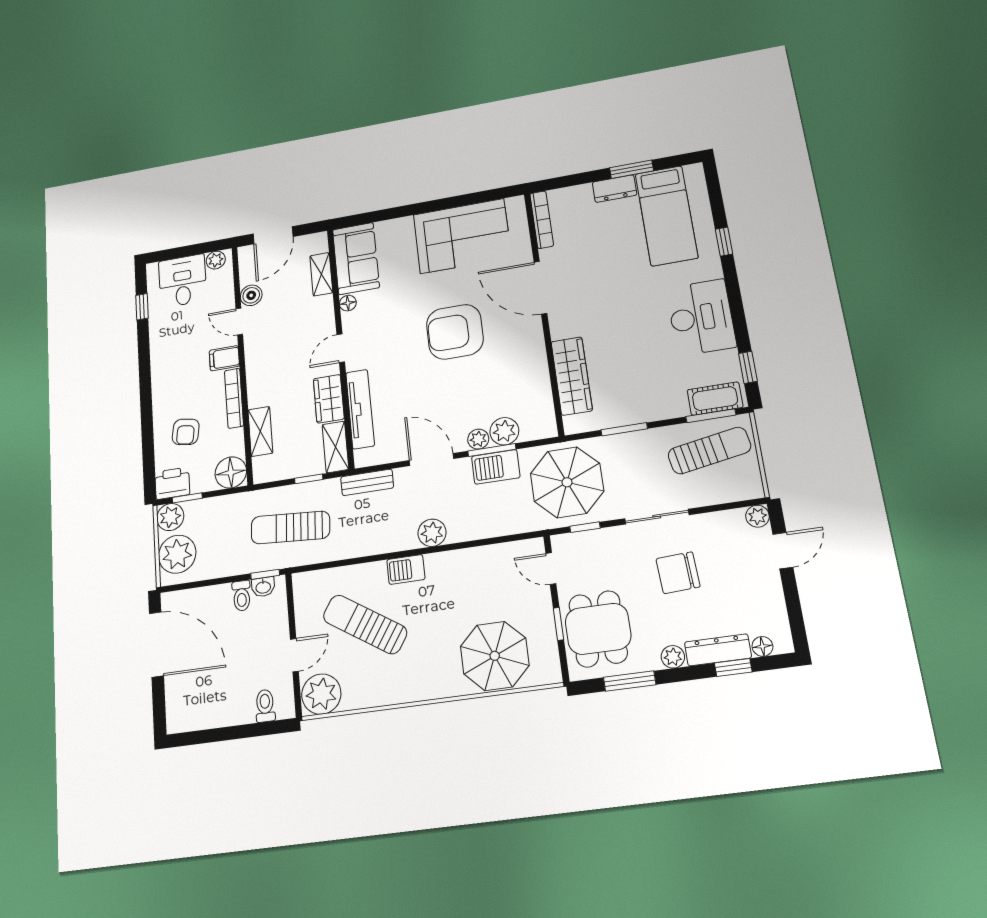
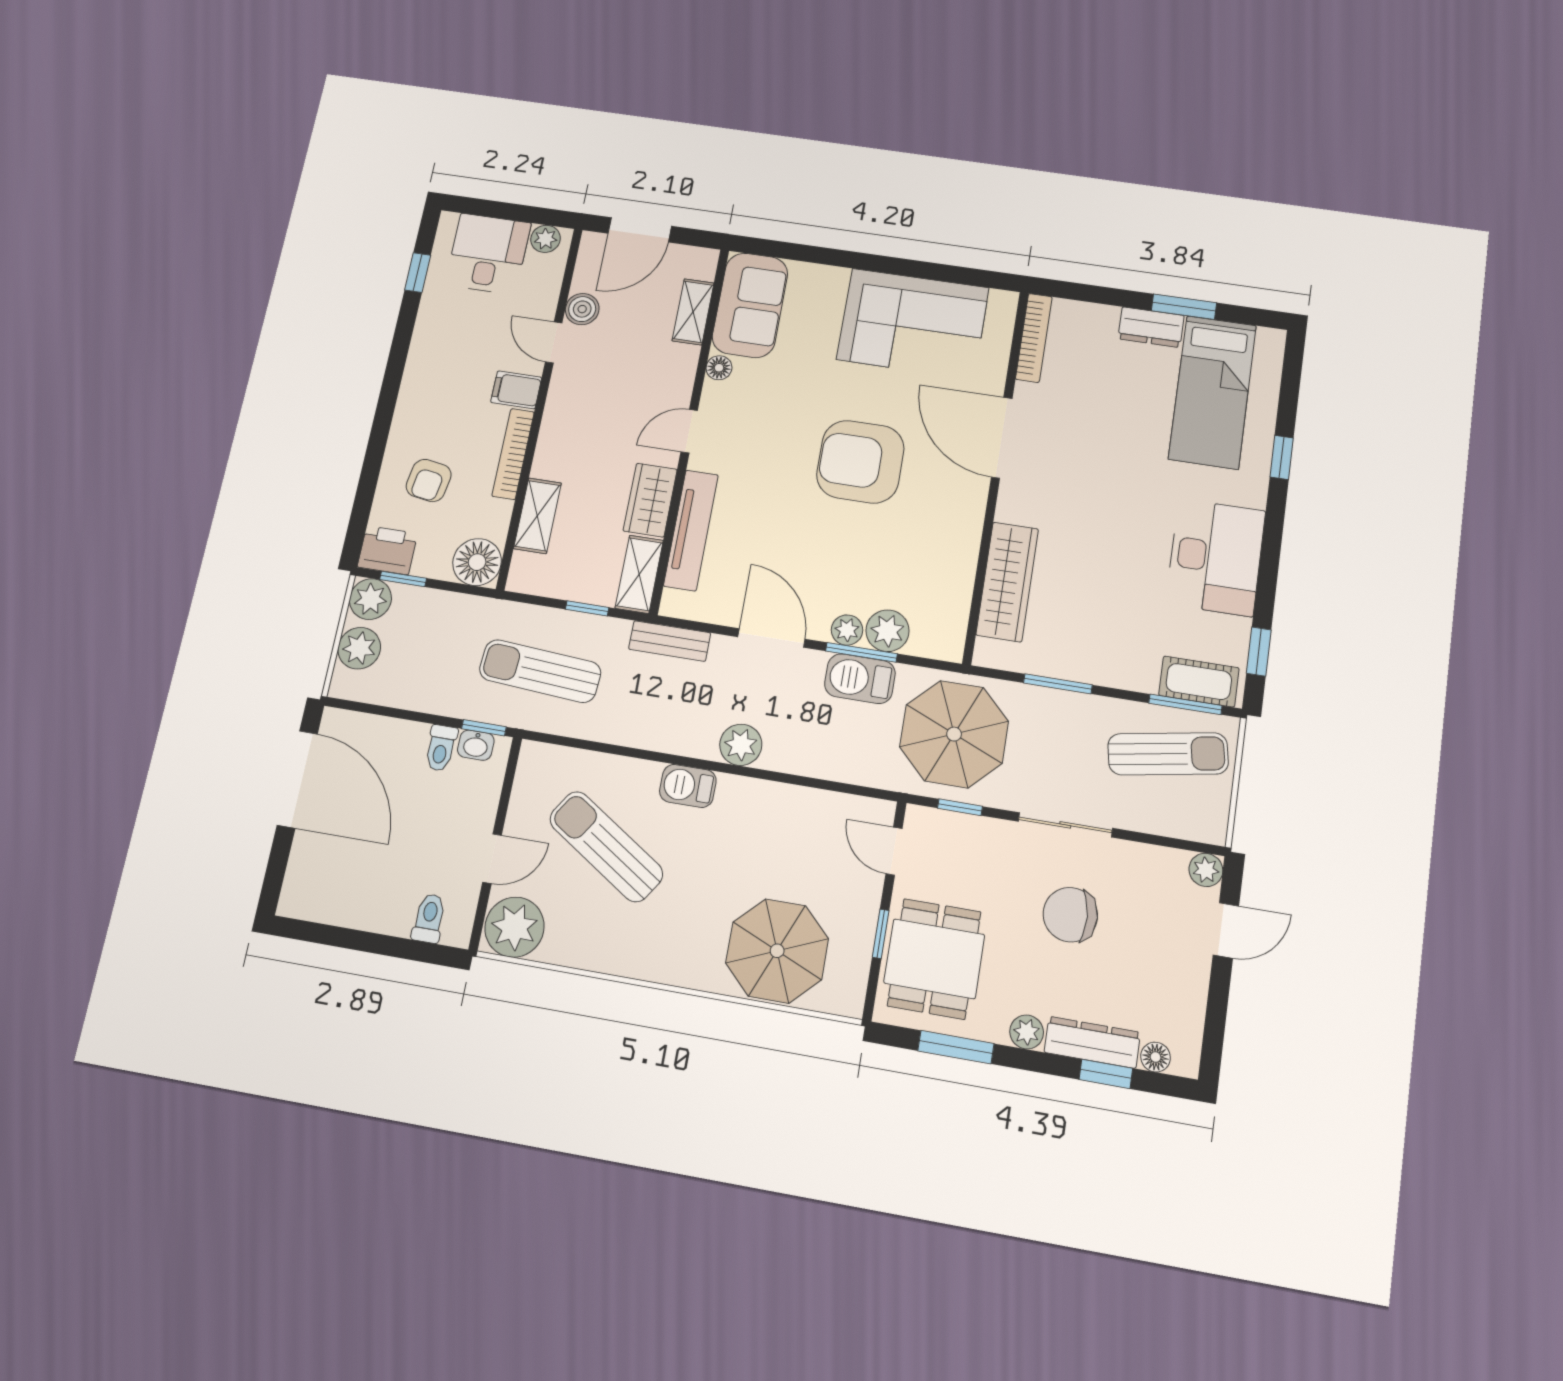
plant: (177, 554) -> (359, 648), width x0.73, depth x0.73

